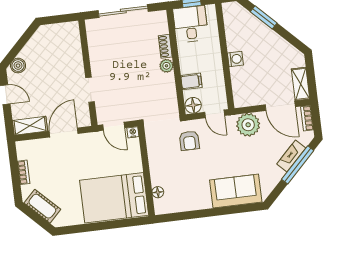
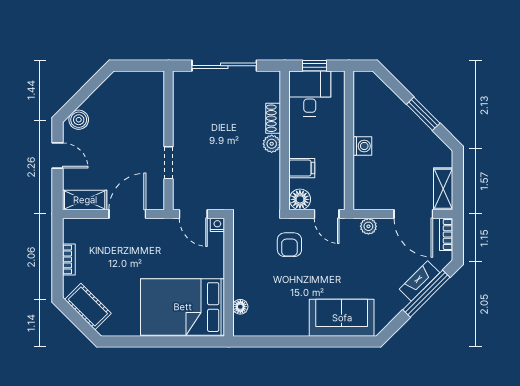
window: (264, 17) -> (423, 114), moved
plant: (248, 125) -> (368, 226), width x0.53, depth x0.53

